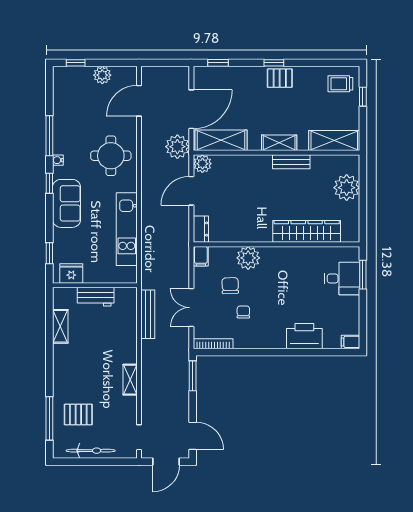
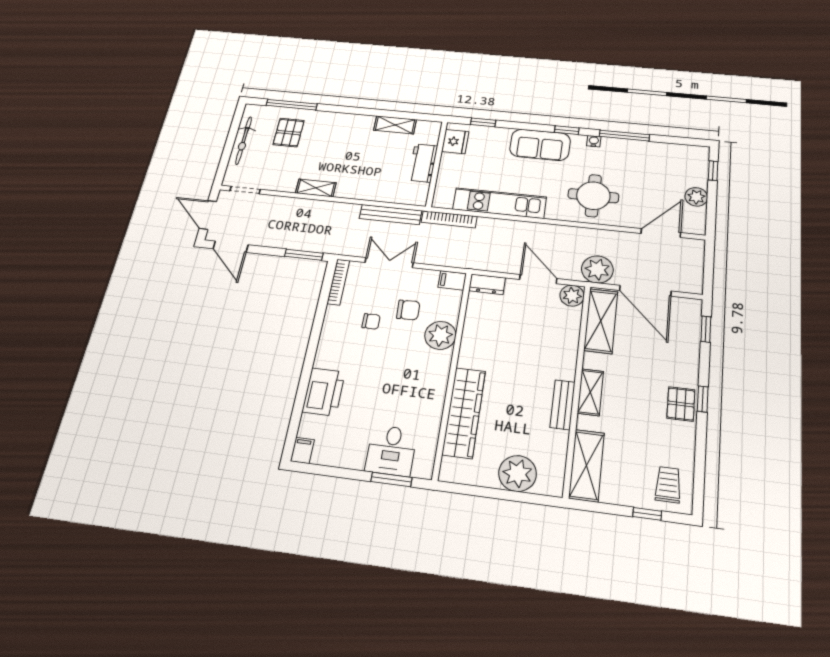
door: (139, 101) -> (661, 233), hinge flipped
bookcase: (147, 267) -> (449, 219), added
door: (193, 436) -> (231, 247), hinge flipped

